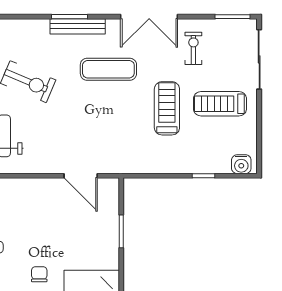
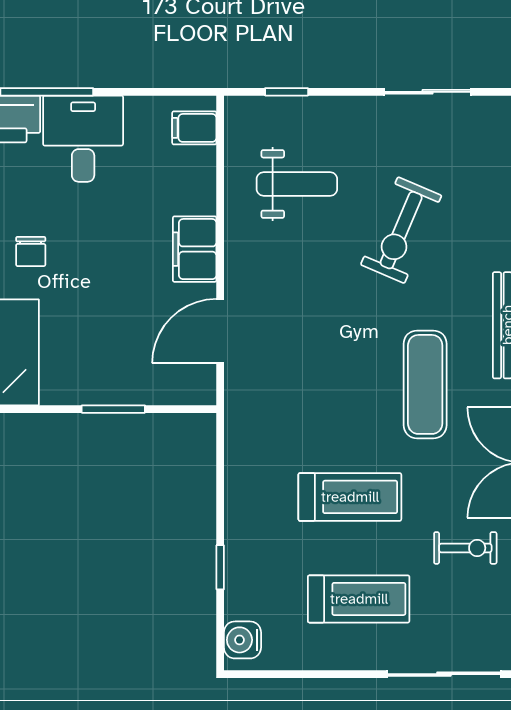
treadmill: (220, 104) -> (359, 599), turned 90
filing cabinet: (38, 189) -> (195, 249), added
chair: (39, 274) -> (31, 251), turned 90

